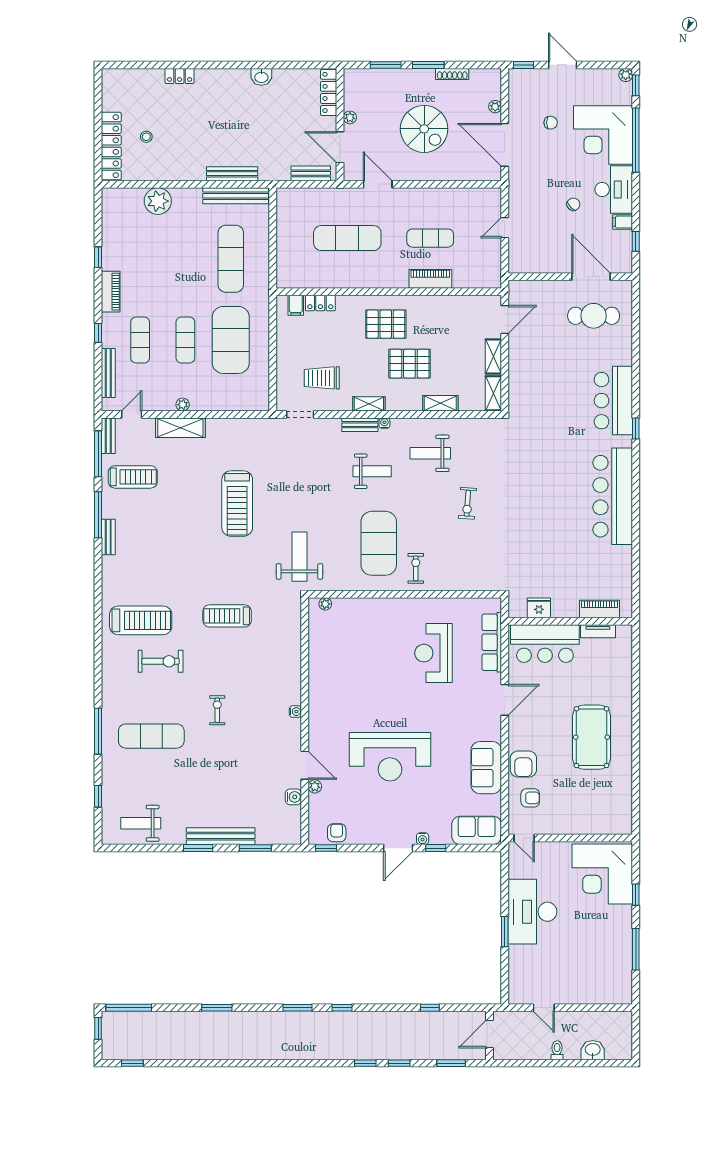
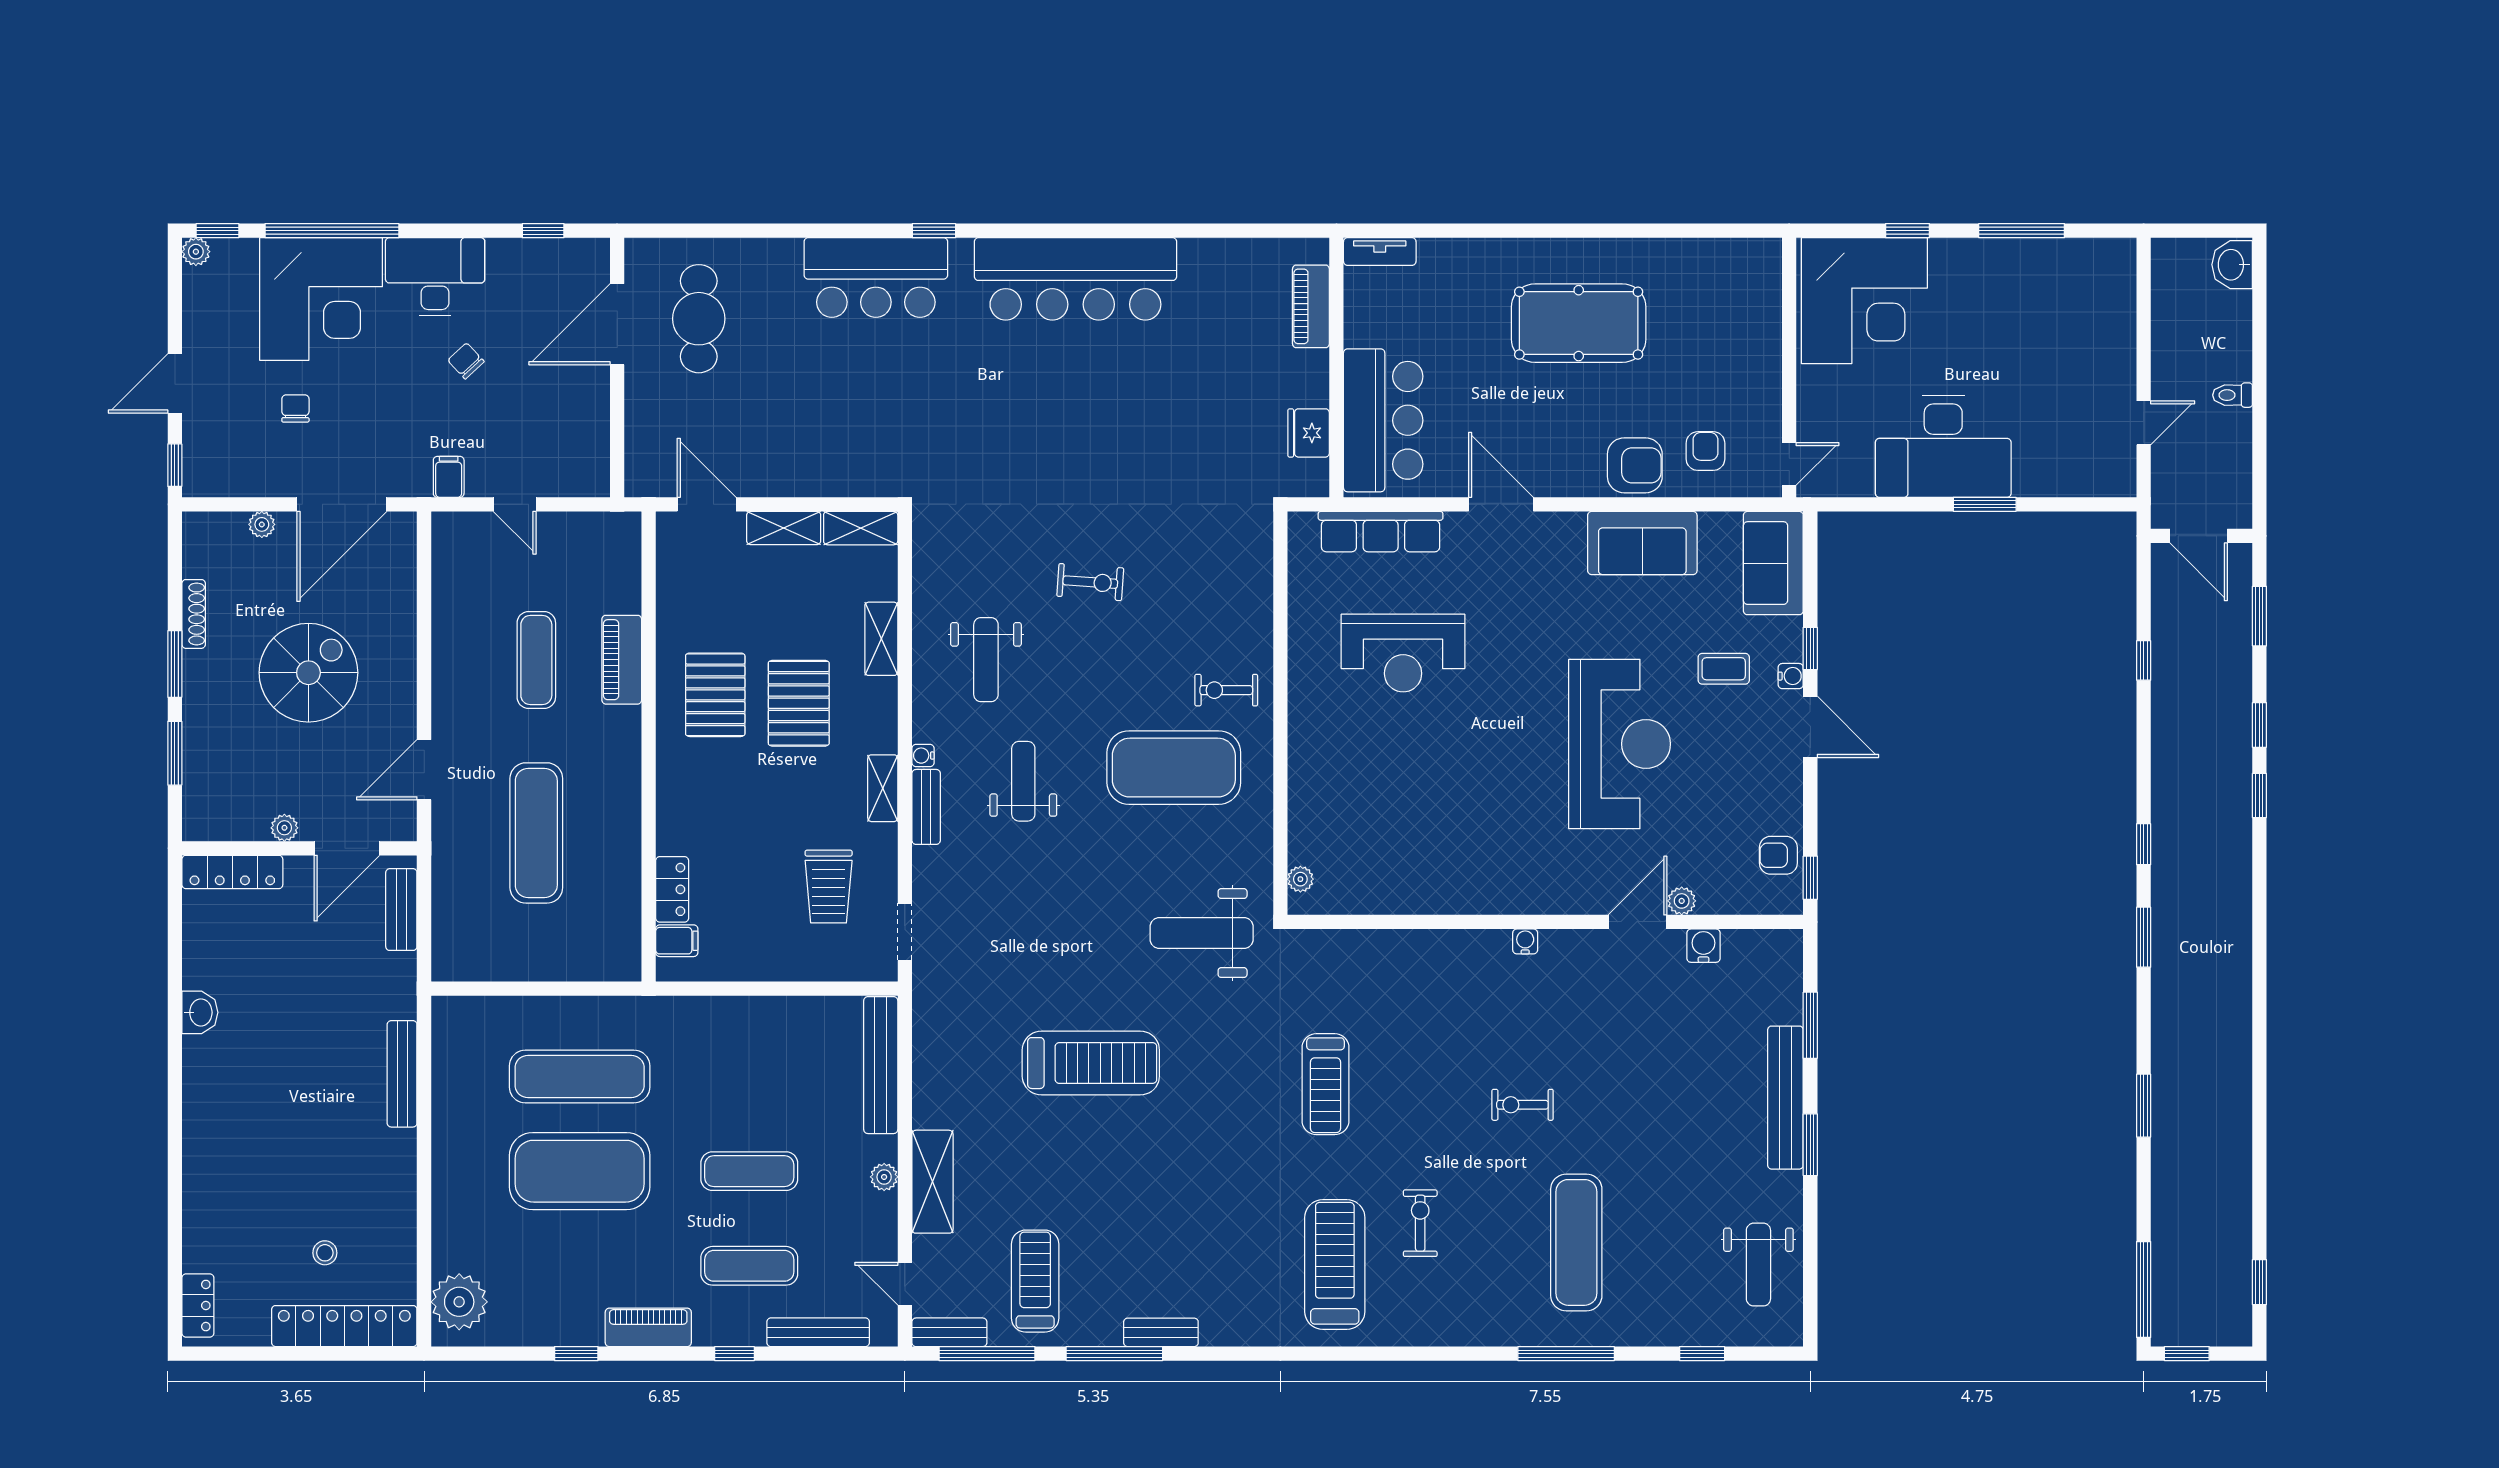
locker: (180, 76) -> (198, 1306), moved
bench: (236, 196) -> (881, 1065), moved
plant: (158, 201) -> (459, 1302), moved
filing cabinet: (623, 222) -> (449, 477), moved, turned 180
pallet: (386, 324) -> (715, 695), moved
exercise mat: (231, 340) -> (580, 1171), moved
tv unit: (598, 631) -> (1380, 251), moved, turned 90
exercise bike: (161, 661) -> (1420, 1223), width x0.73, depth x0.72
coffee table: (426, 807) -> (1724, 669), added
washbasin: (593, 1050) -> (2232, 265), moved

